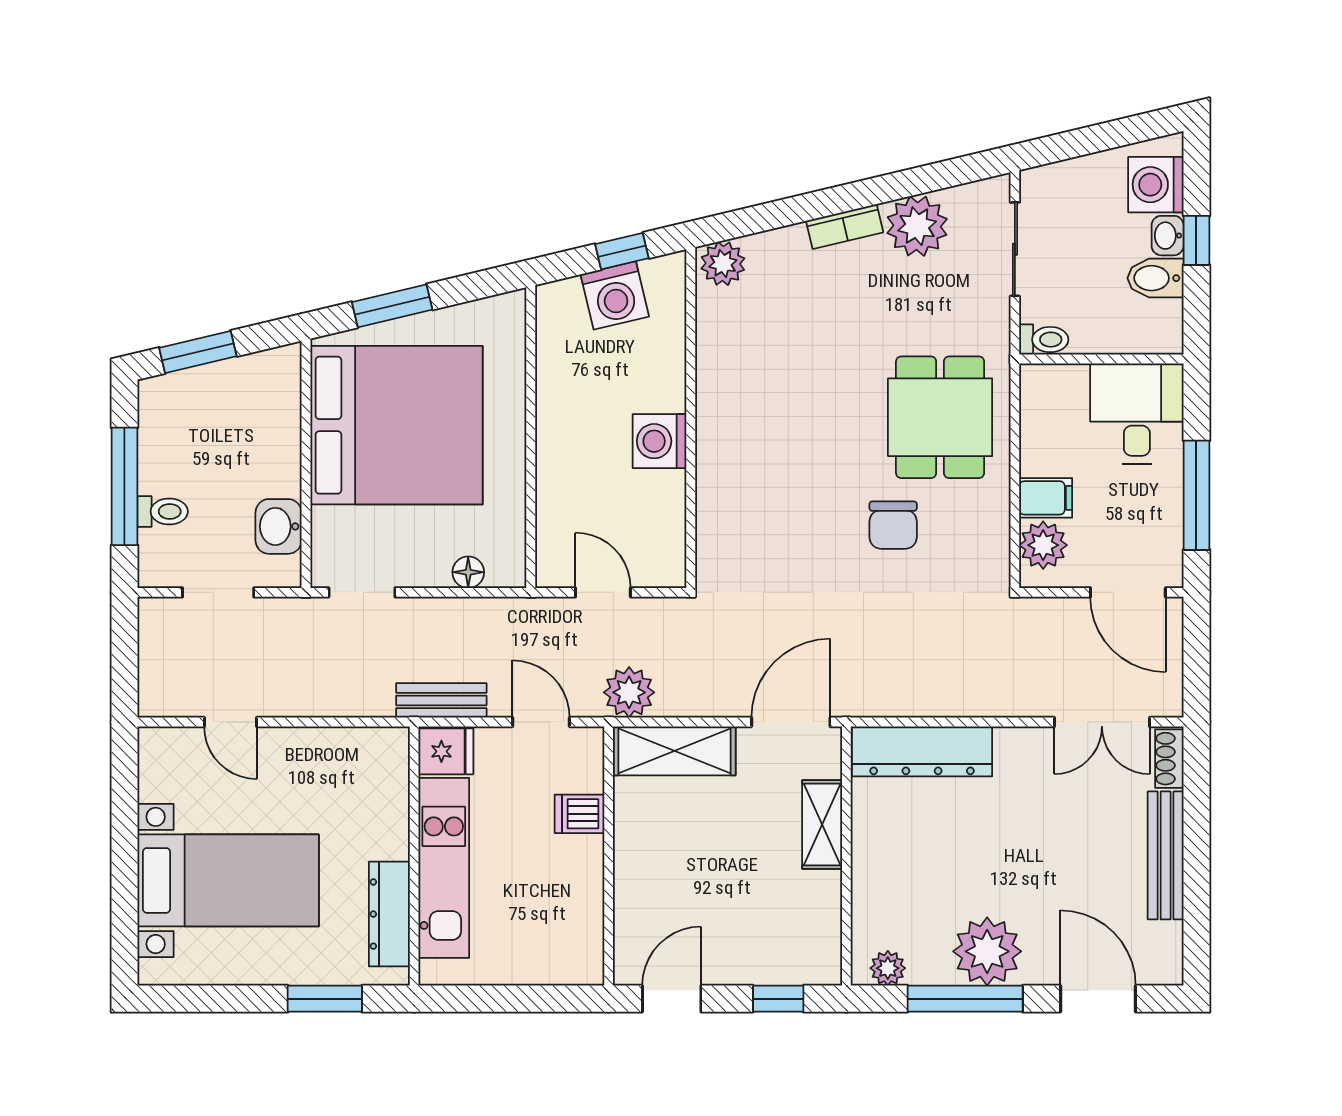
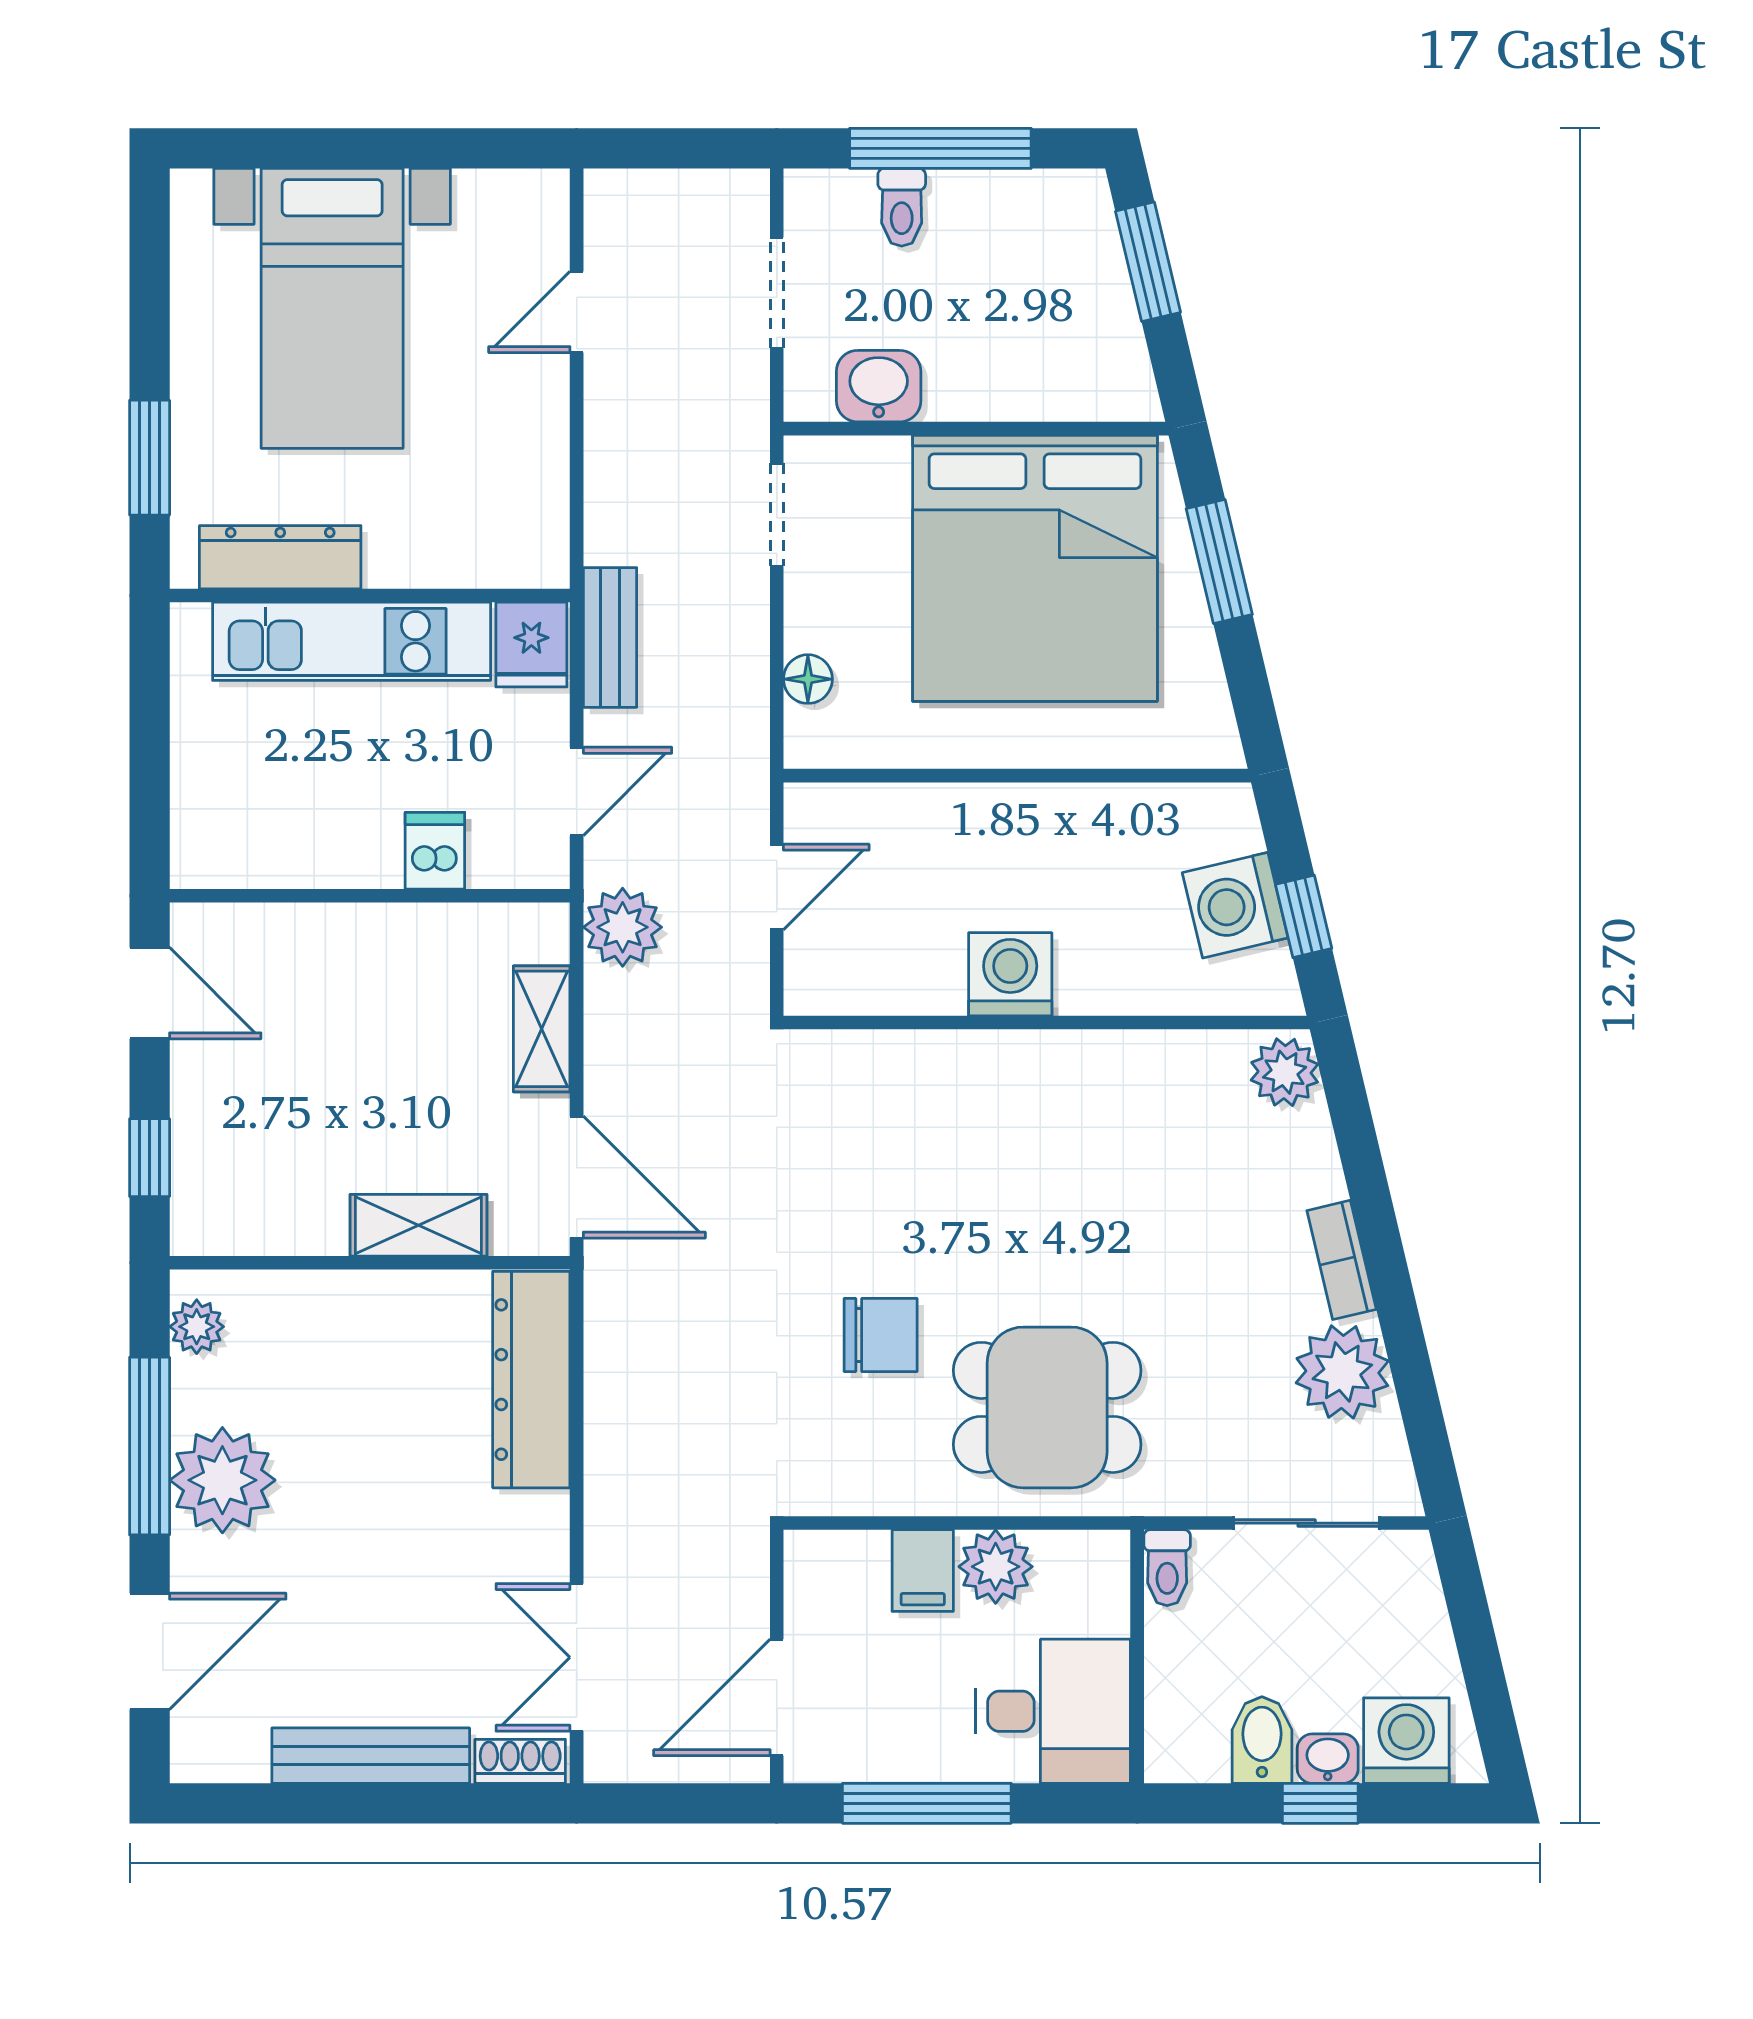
chair: (893, 525) -> (881, 1335), turned 180
plant: (1043, 545) -> (996, 1567), moved
shelving: (674, 751) -> (542, 1029), width x0.67, depth x0.75

